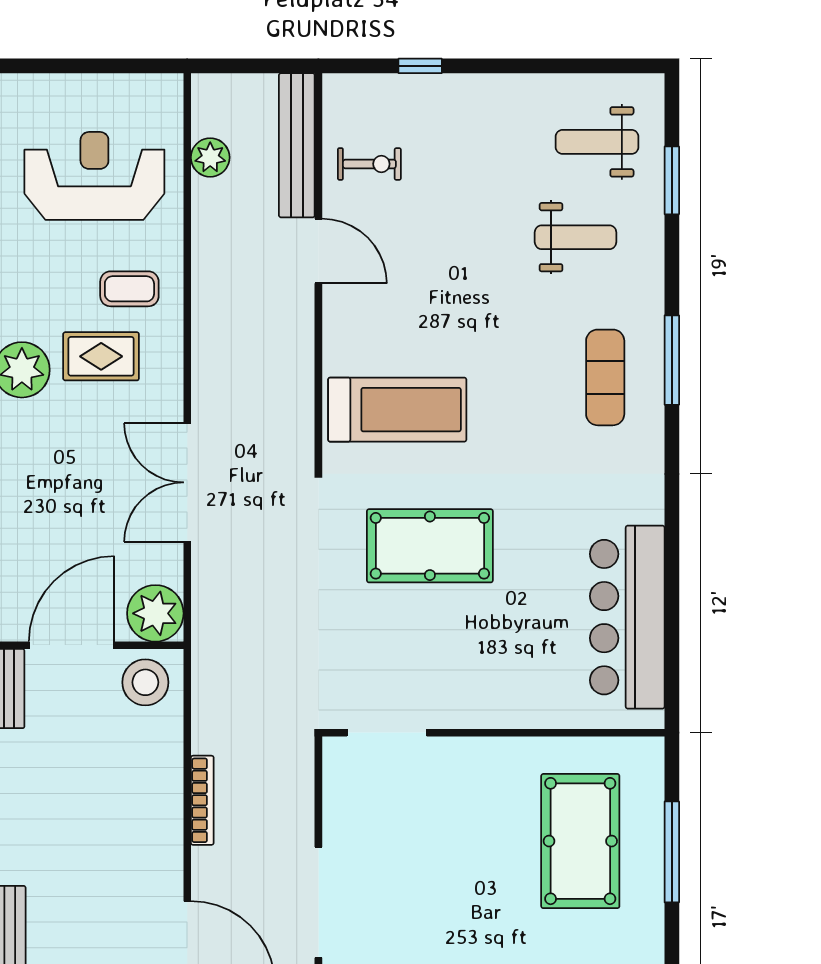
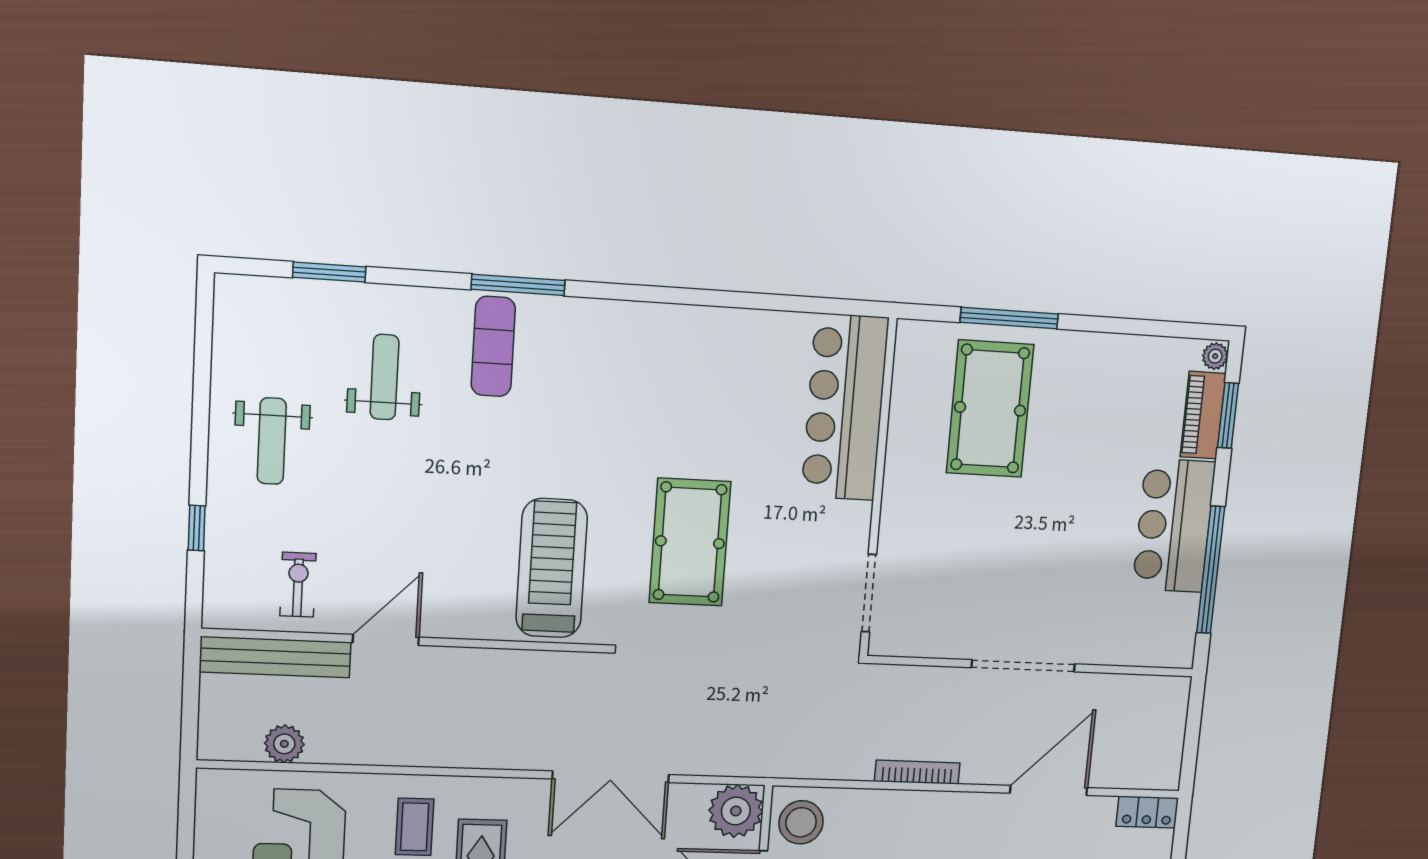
weight bench: (597, 142) -> (272, 441), moved
exercise mat: (605, 377) -> (493, 346), moved, turned 90
bar counter: (627, 617) -> (845, 407), moved, turned 90
pool table: (580, 841) -> (990, 409), turned 90

